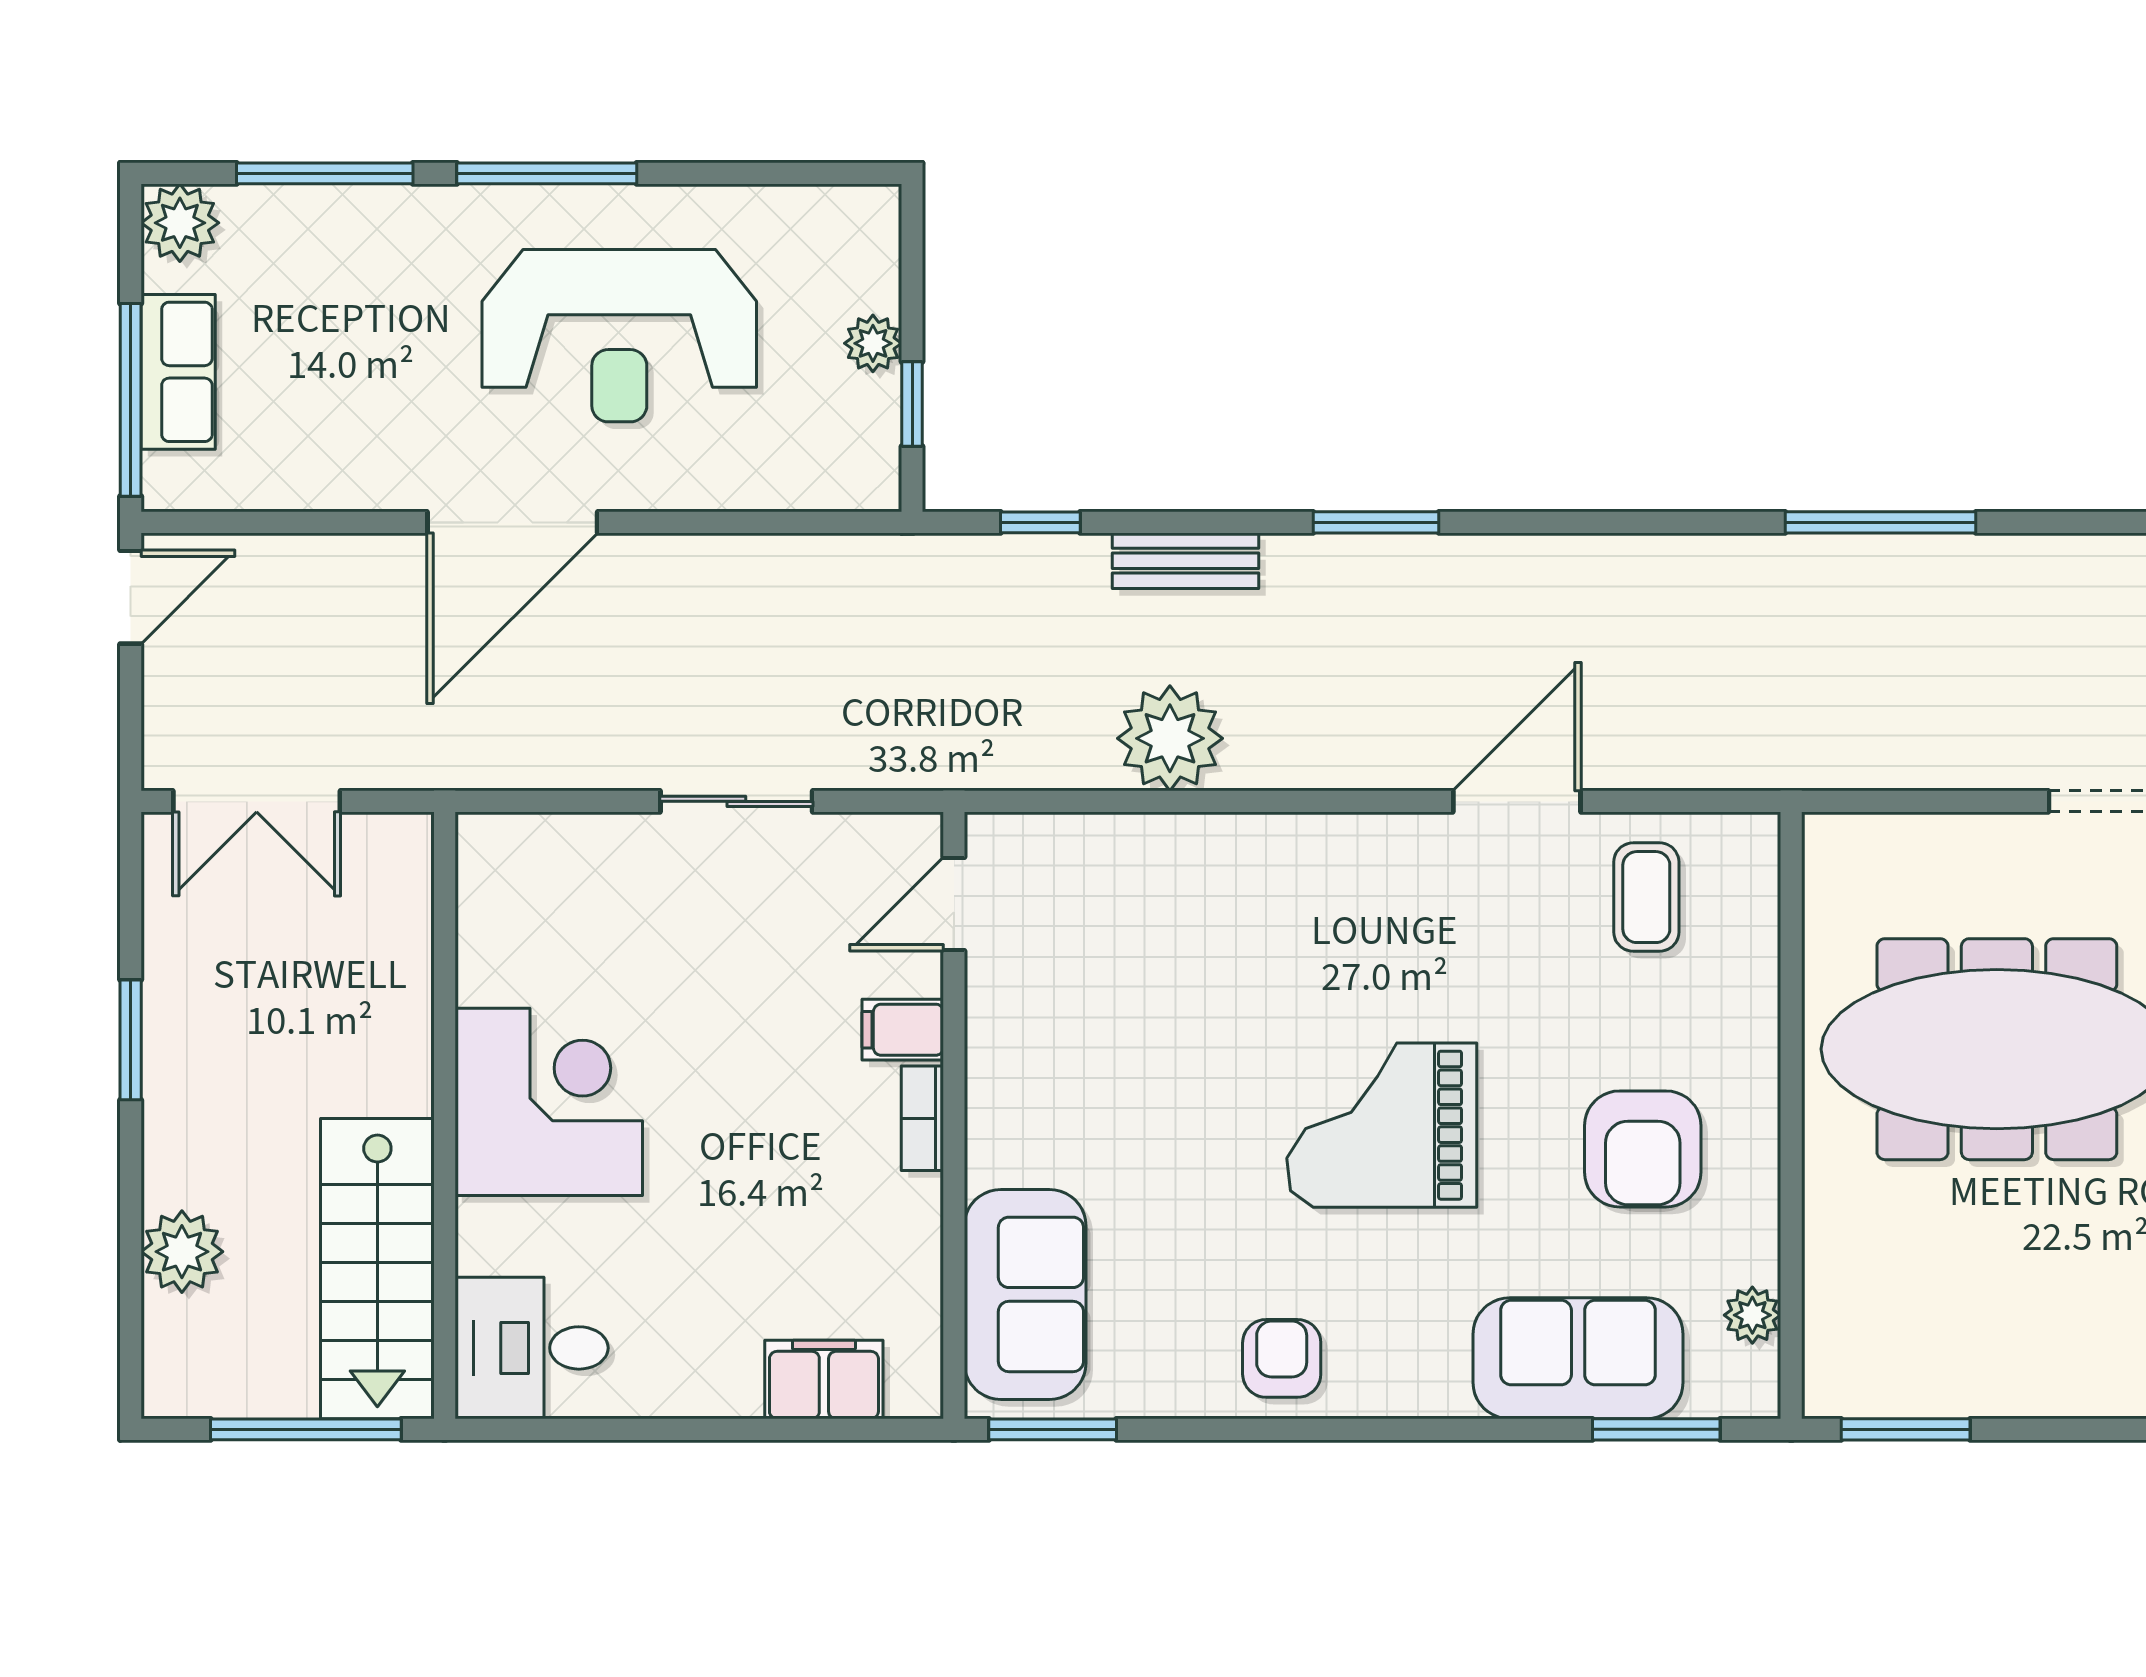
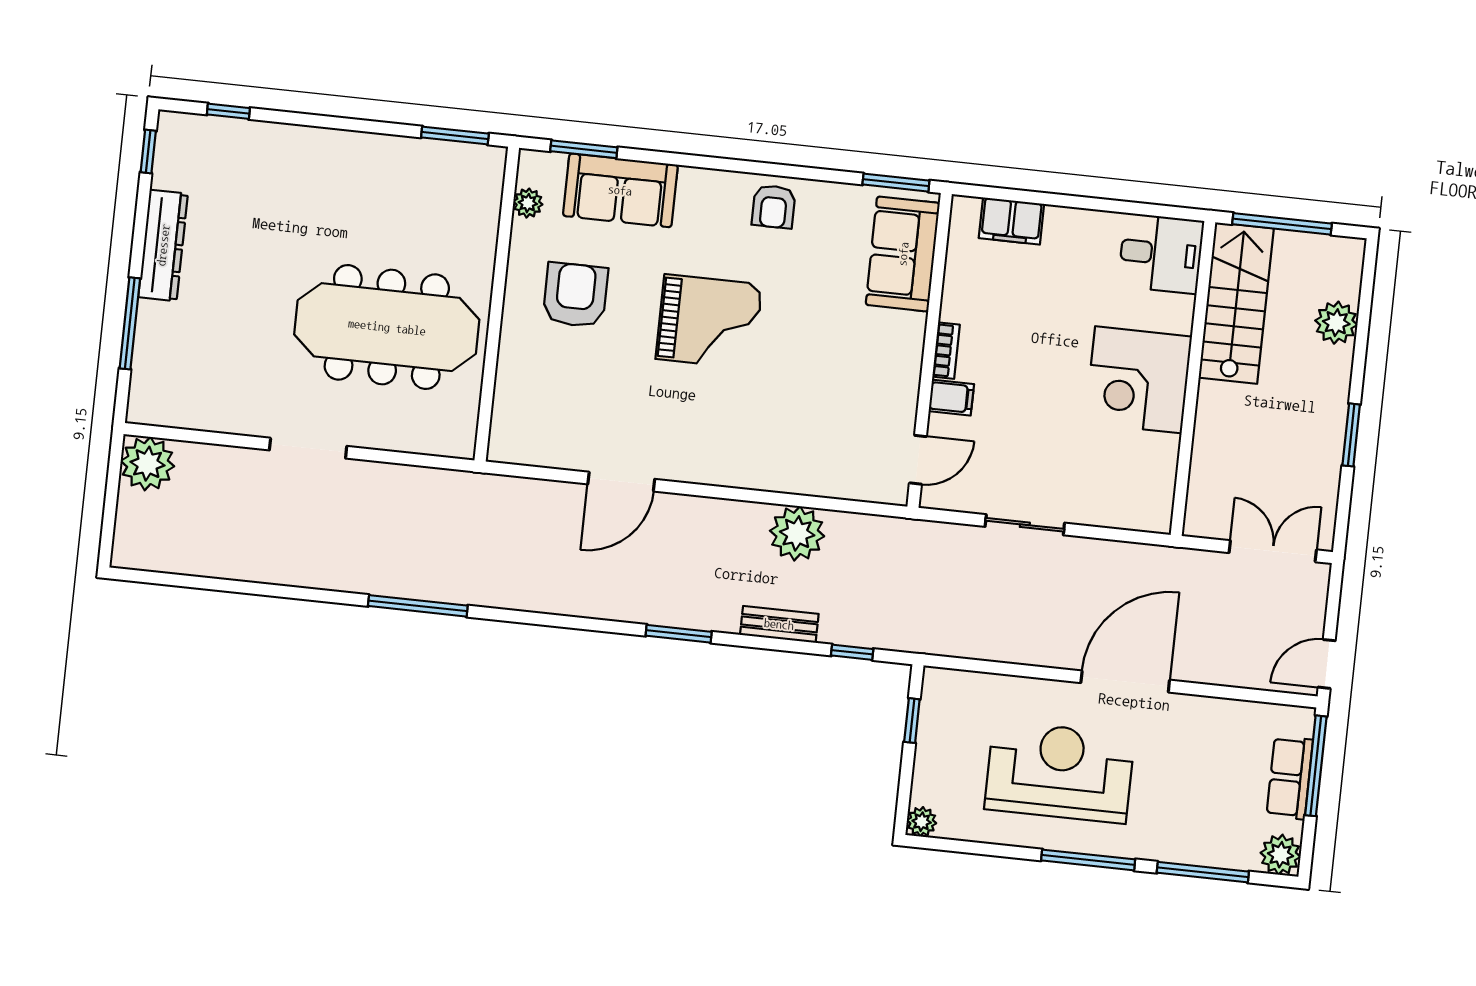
plant: (873, 343) -> (922, 822), moved
coffee table: (1646, 897) -> (560, 425), removed

